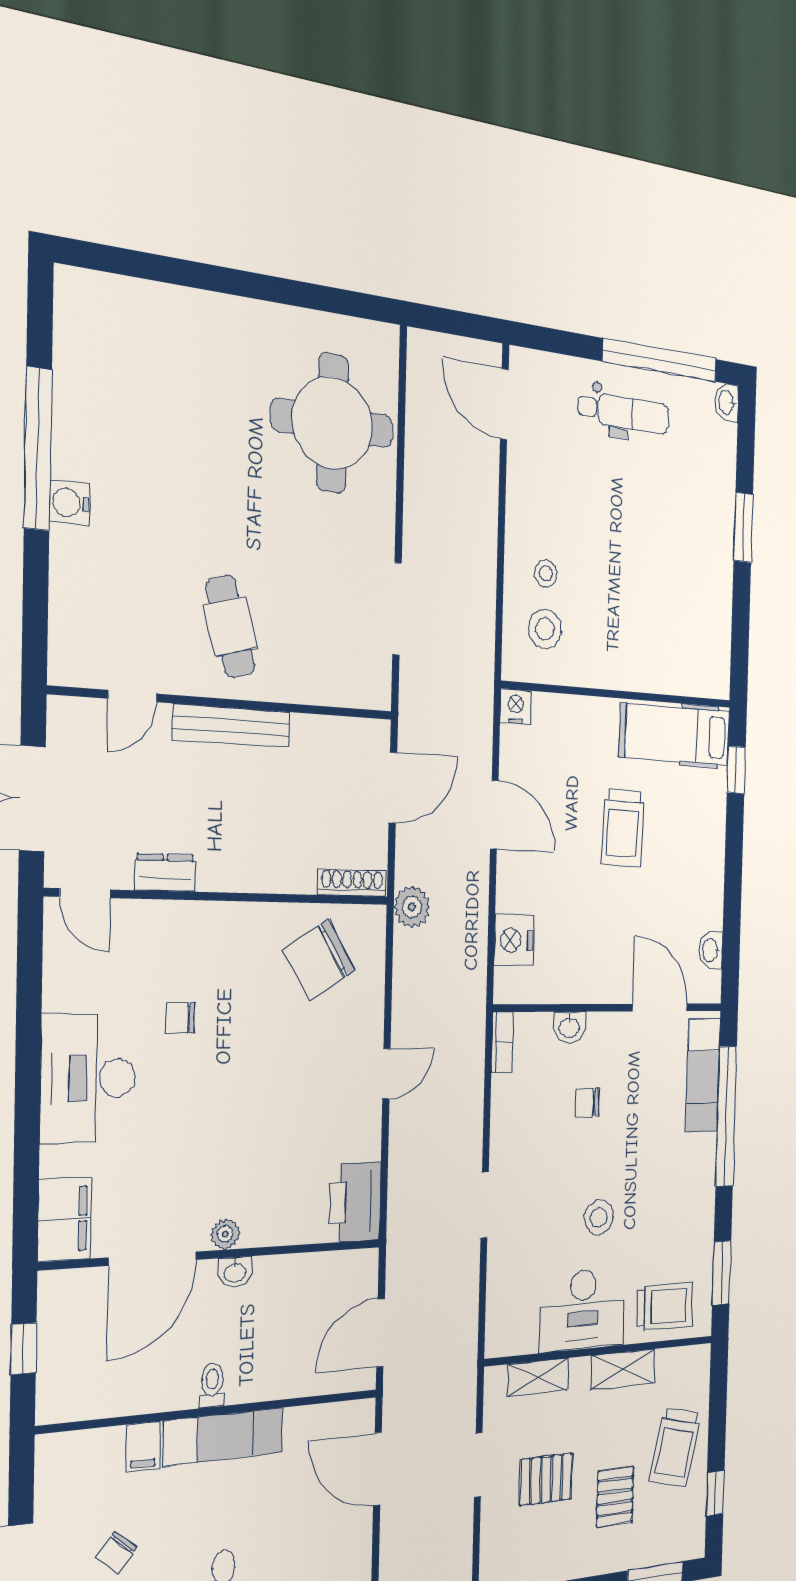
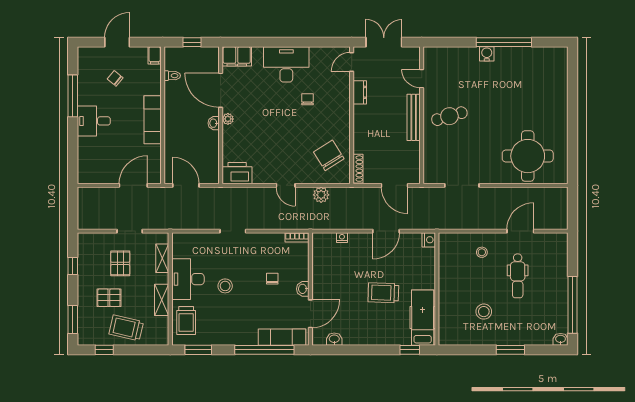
door: (504, 404) -> (520, 231), moved
dental chair: (624, 413) -> (518, 276), moved
stool: (545, 629) -> (484, 312), moved
plant: (412, 907) -> (321, 195), moved
nightstand: (514, 940) -> (342, 238), width x0.53, depth x0.56
washbasin: (569, 1027) -> (303, 289), moved
toilet: (212, 1385) -> (172, 76), moved
filing cabinet: (143, 1447) -> (155, 55), moved, turned -90

